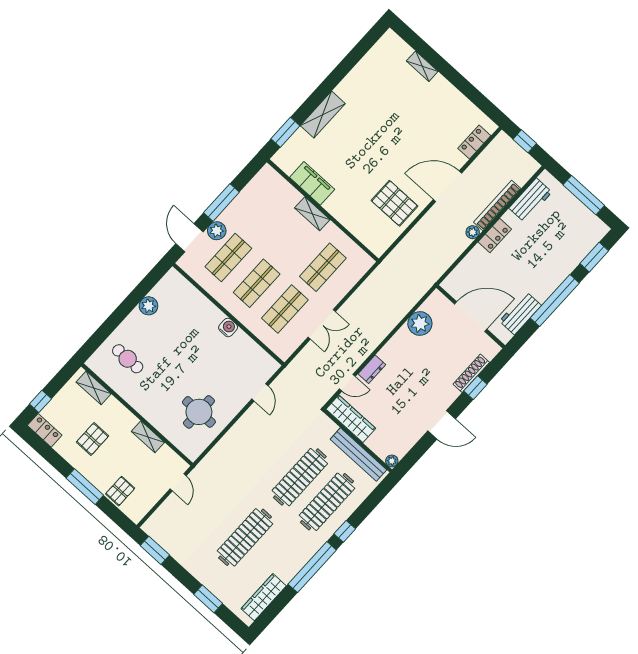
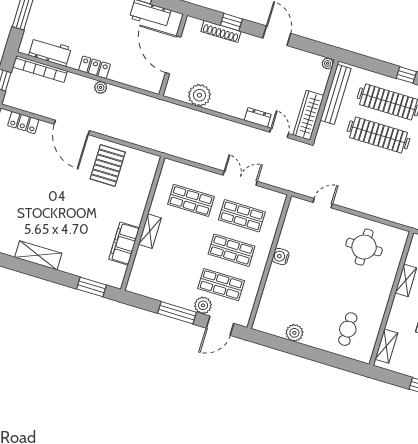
shelving: (323, 115) -> (38, 255), moved
bookcase: (497, 205) -> (40, 69), moved

